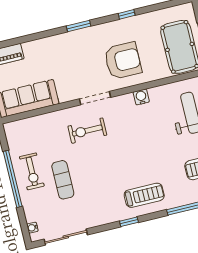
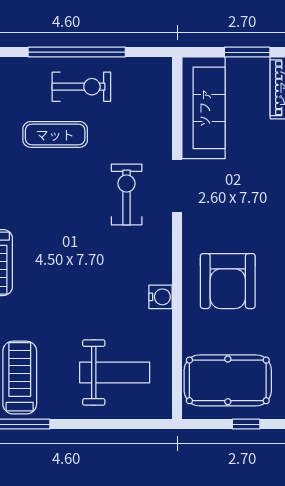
doorway: (95, 98) -> (177, 186), moved
exercise bike: (32, 171) -> (81, 87), turned 180

